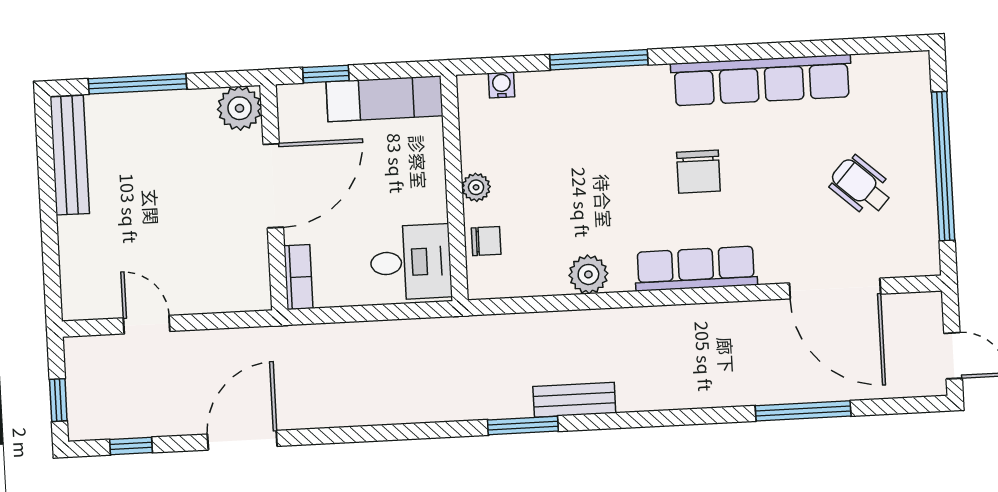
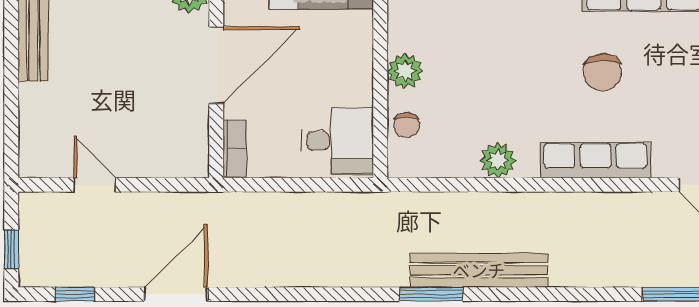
plant: (476, 187) -> (405, 71), width x1.38, depth x1.38
chair: (486, 241) -> (407, 125), turned 90
bench: (574, 400) -> (479, 270), width x1.86, depth x1.21

